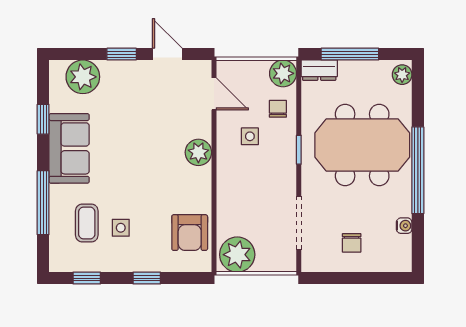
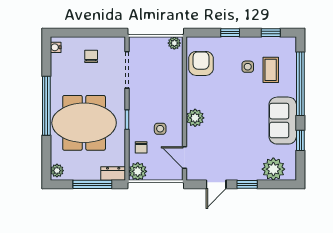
door: (167, 54) -> (216, 184), hinge flipped
window: (43, 203) -> (300, 84), width x1.46
water cooler: (404, 226) -> (56, 47), moved
plant: (237, 255) -> (174, 43), width x0.53, depth x0.53

